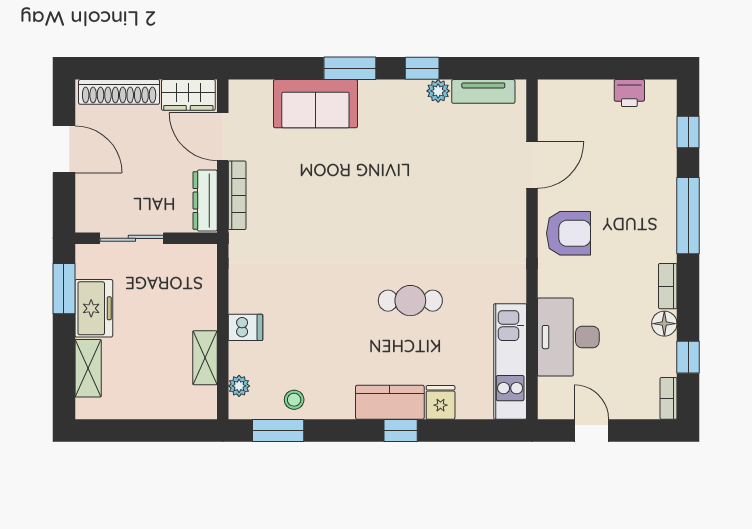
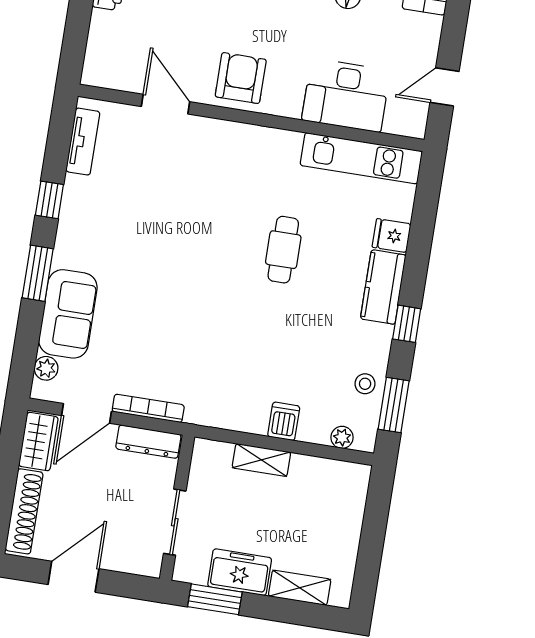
plant: (438, 91) -> (46, 368), moved
shelving: (205, 358) -> (261, 460), moved
window: (401, 431) -> (407, 324), moved

